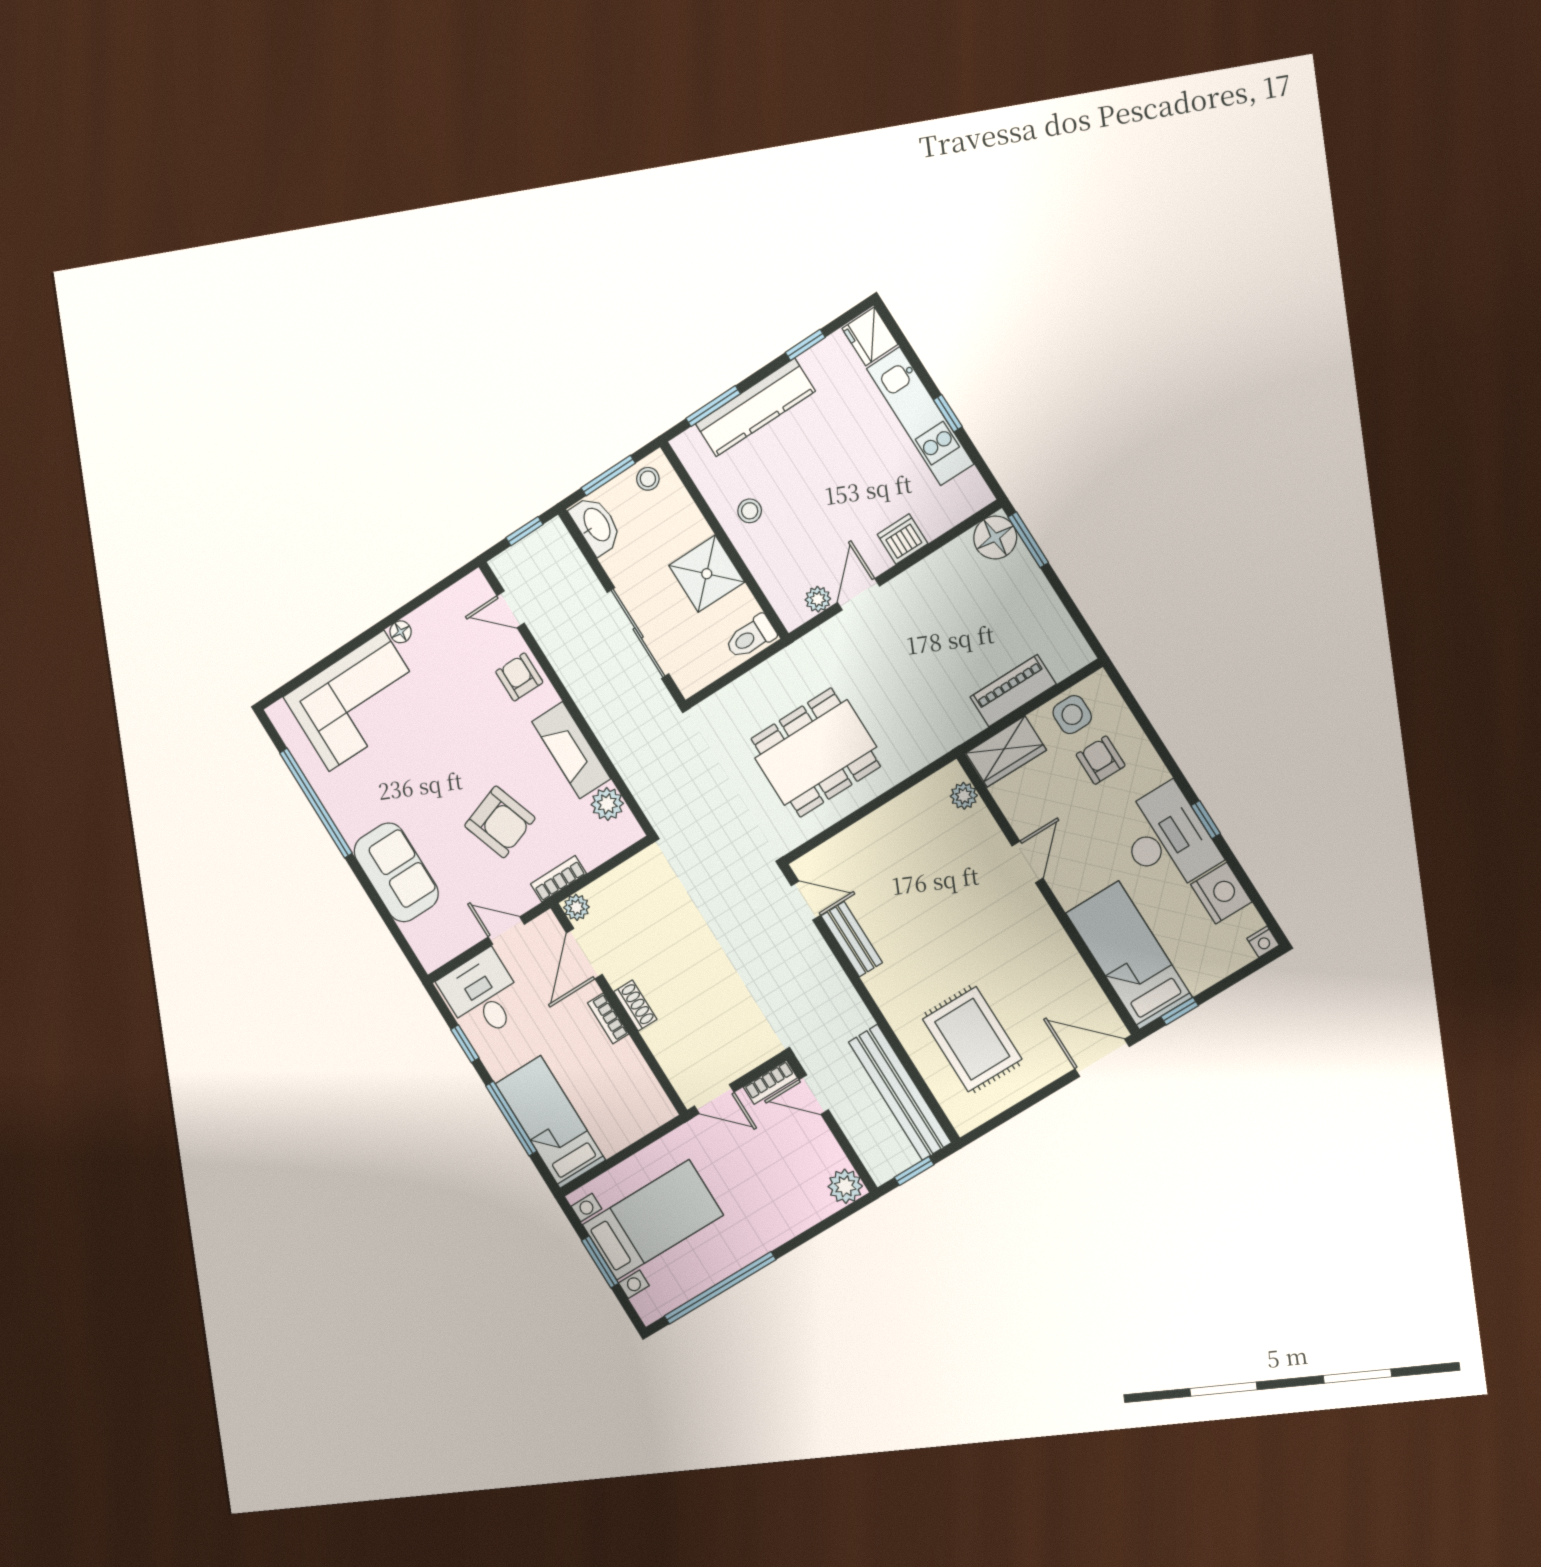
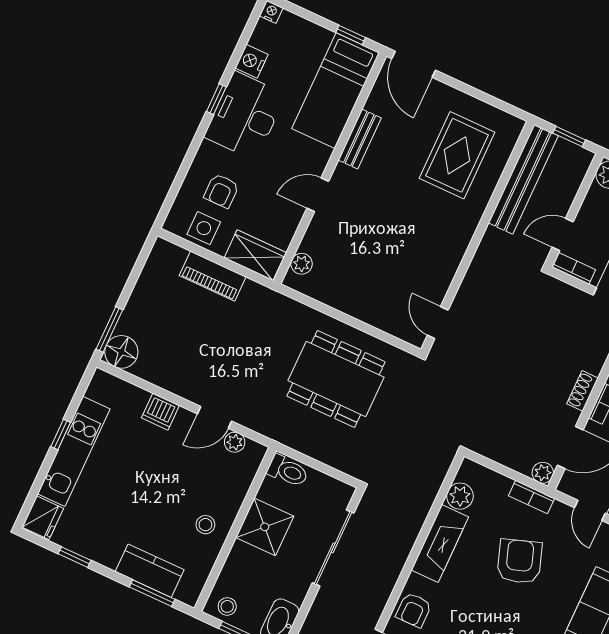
kitchen counter: (755, 407) -> (150, 571), width x0.67
nightstand: (1221, 893) -> (252, 61), width x0.74, depth x0.75
bench: (852, 939) -> (360, 139), moved
door: (814, 1095) -> (563, 235), swing flipped

